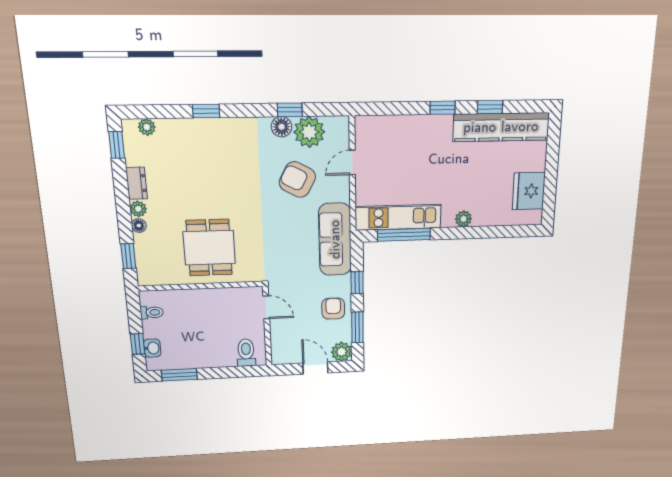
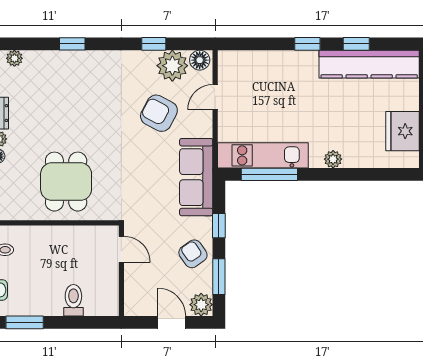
floor lamp: (282, 127) -> (200, 60), moved
armchair: (333, 309) -> (193, 254), turned -35
toilet: (246, 353) -> (73, 300), moved

